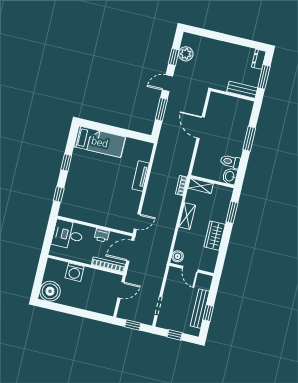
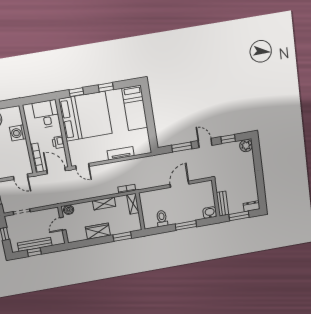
plant: (186, 54) -> (246, 146), moved
washbasin: (230, 176) -> (210, 213), moved
bed: (87, 196) -> (86, 116), added

